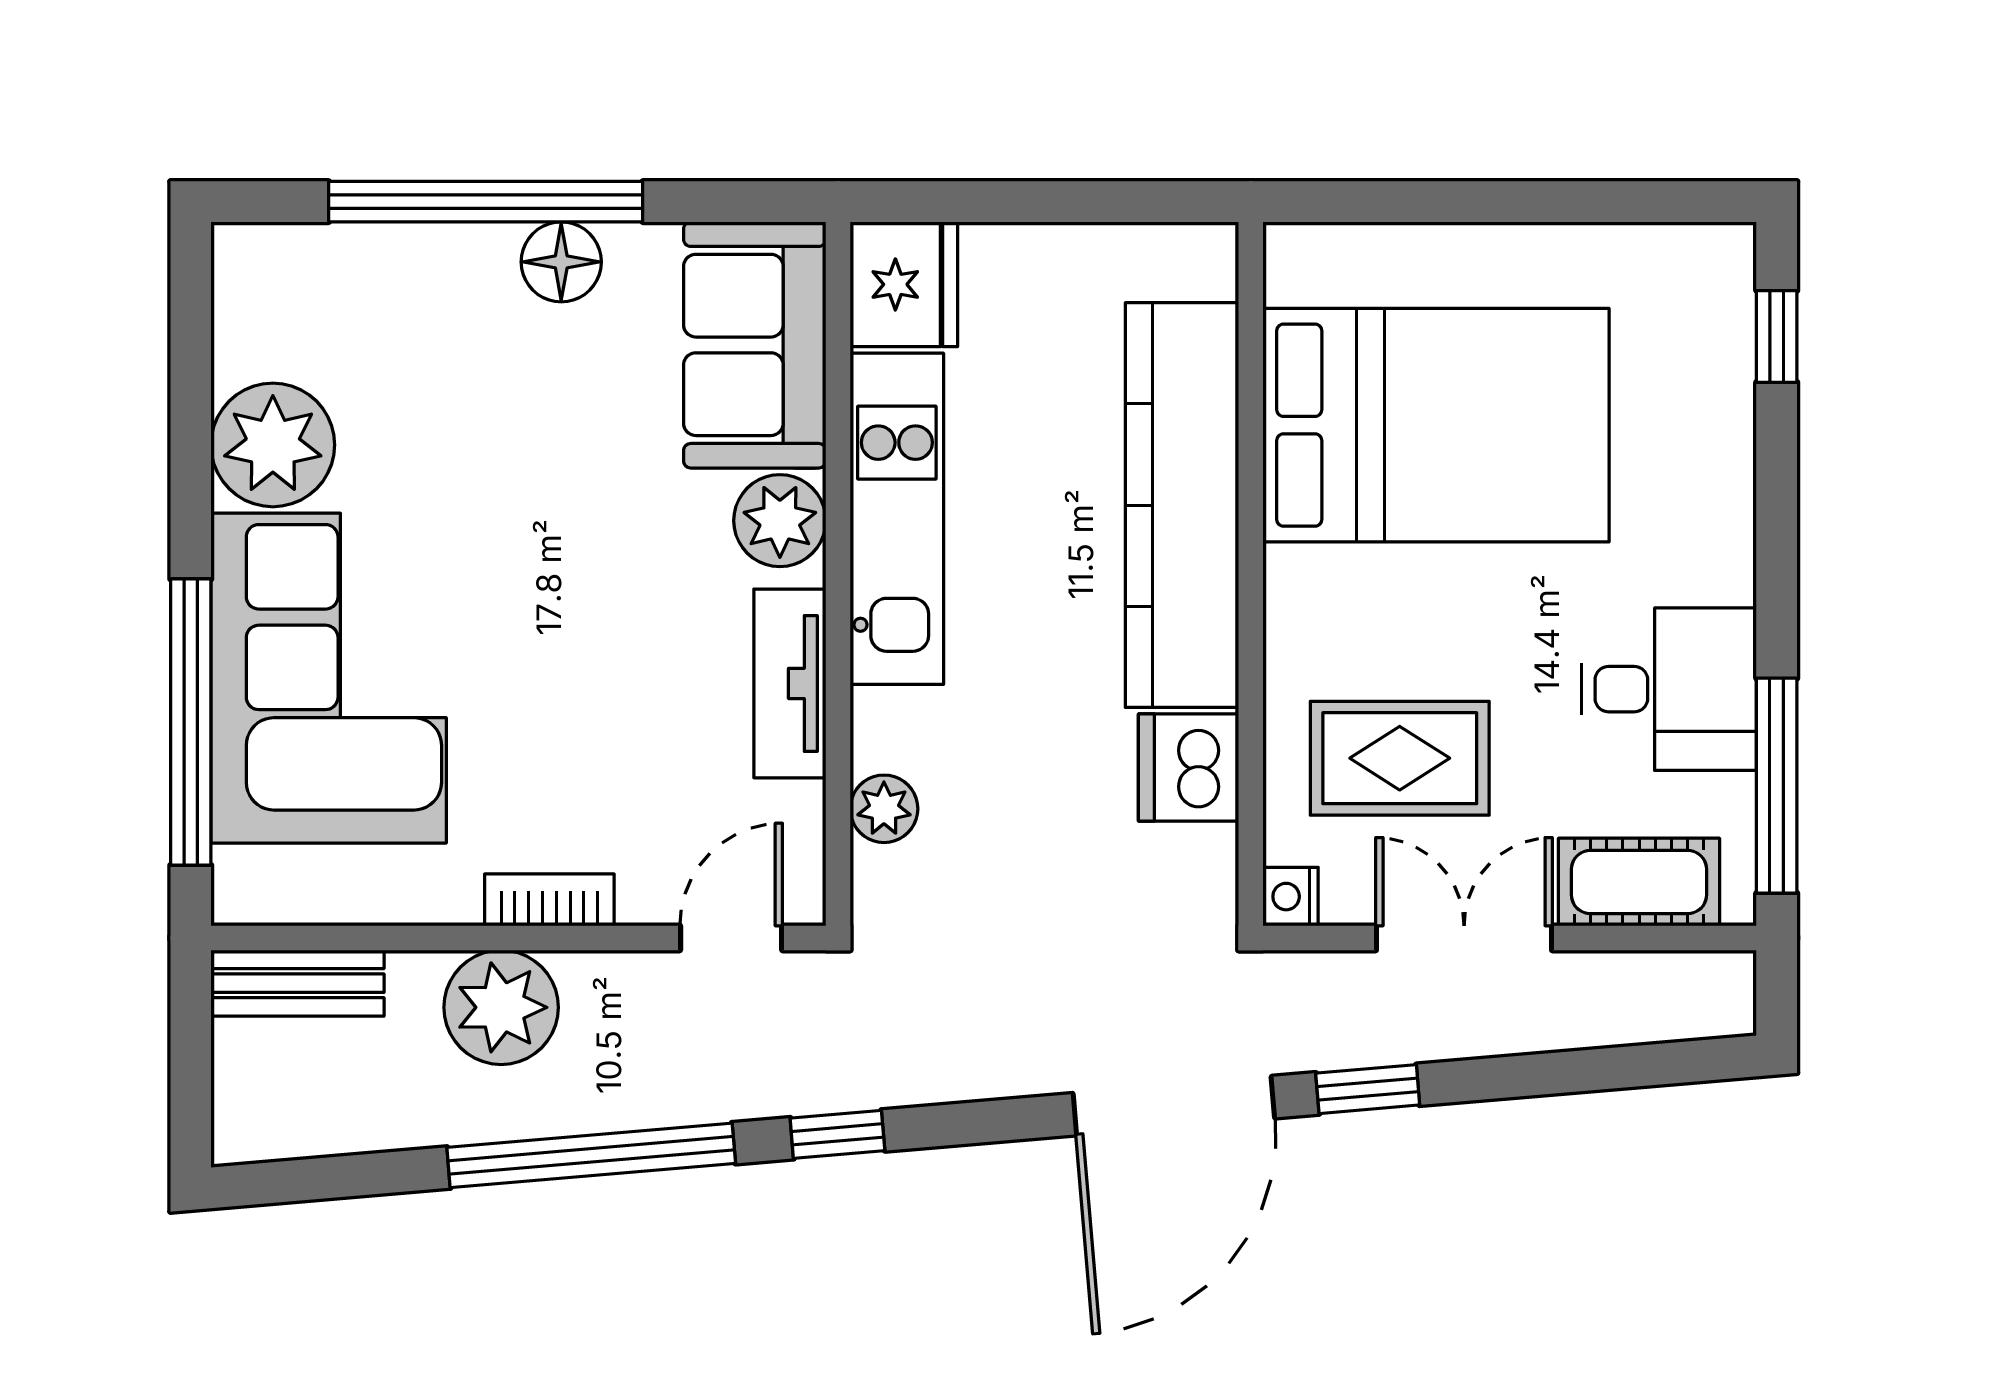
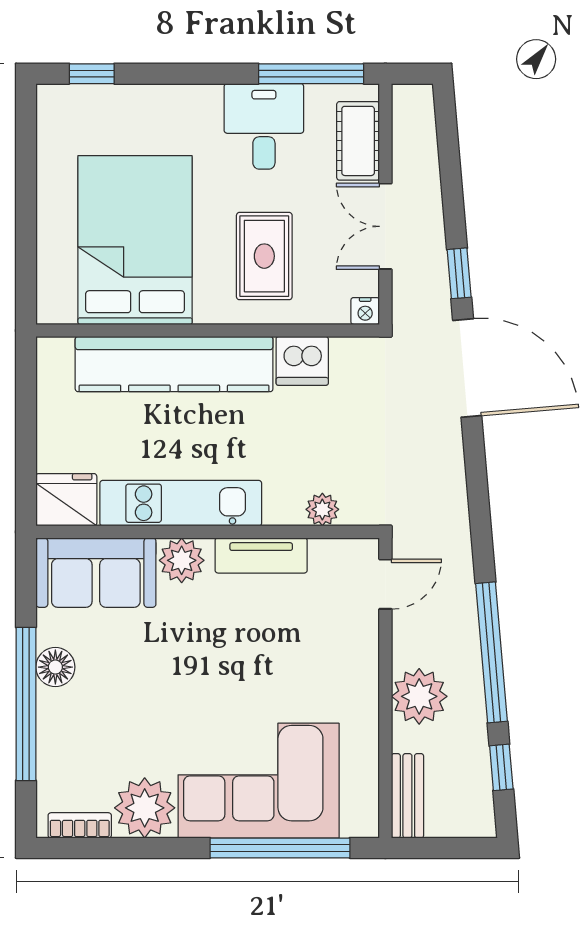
rug: (1400, 758) -> (264, 256), moved
bookcase: (549, 900) -> (80, 825), moved, turned 90
door: (731, 938) -> (385, 584), swing flipped
window: (837, 1134) -> (501, 767), moved

